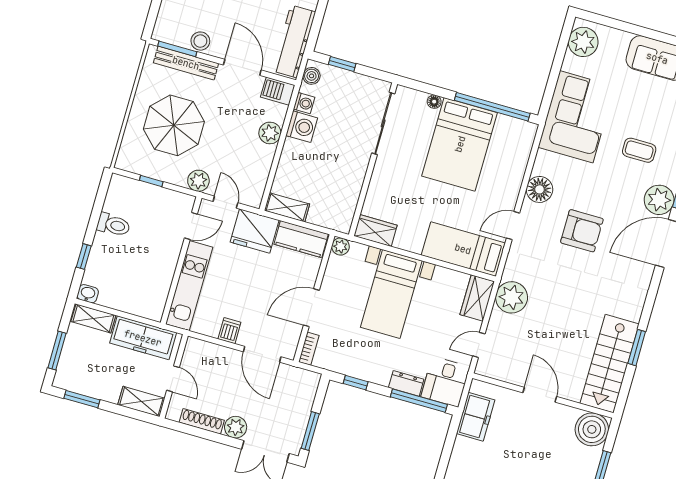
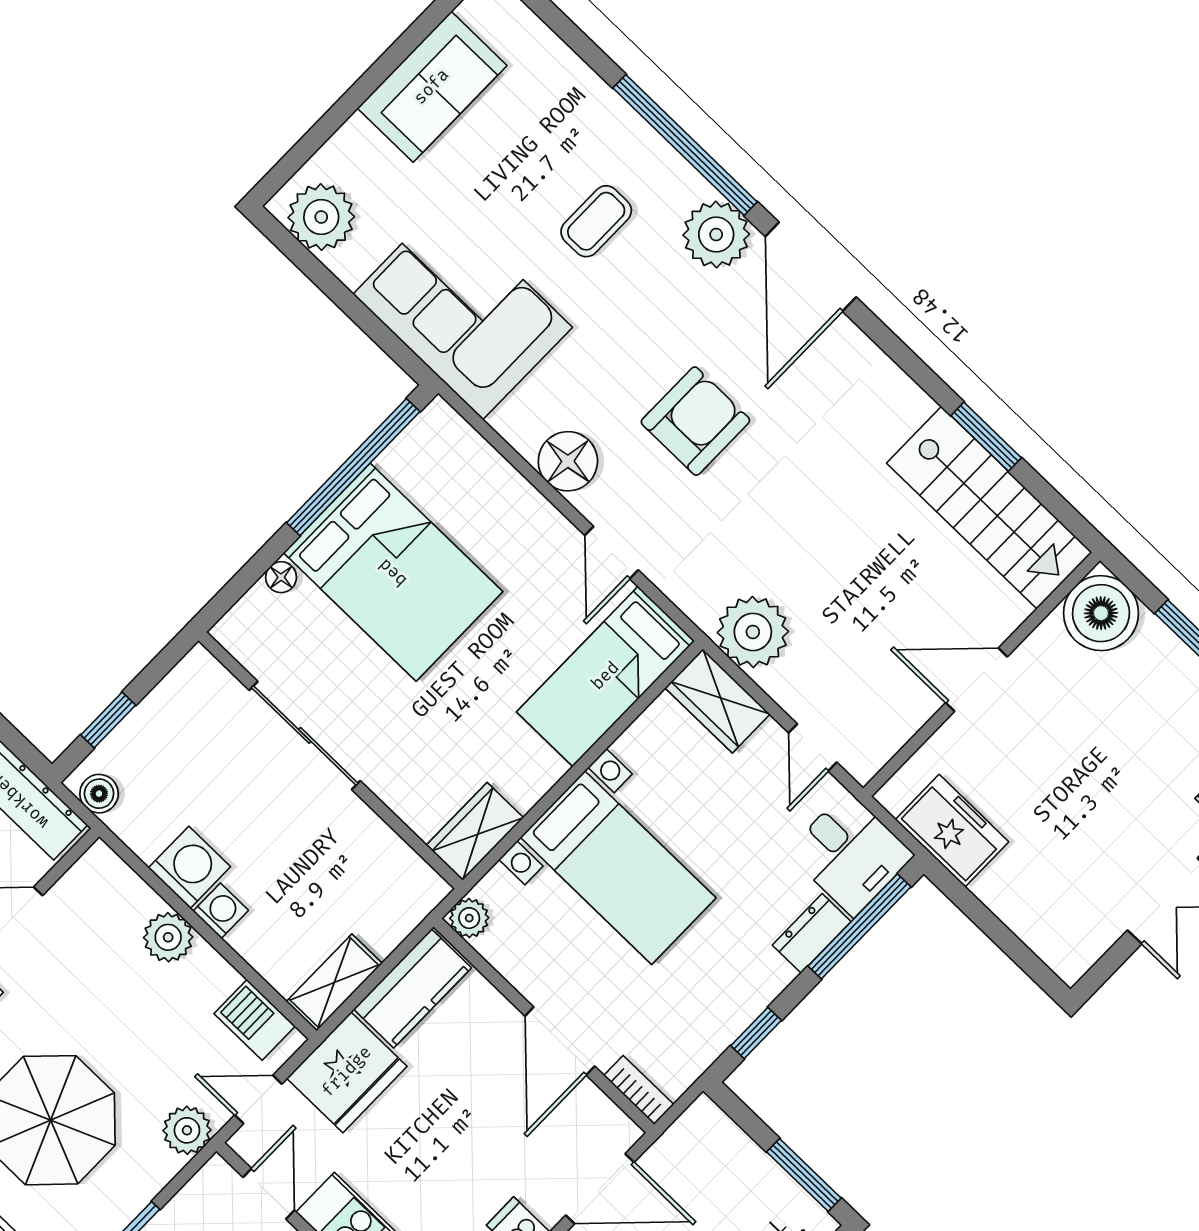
barbecue: (278, 91) -> (255, 1020), moved, turned 90
washing machine: (304, 103) -> (221, 911), moved
sliding door: (383, 123) -> (305, 735), moved

